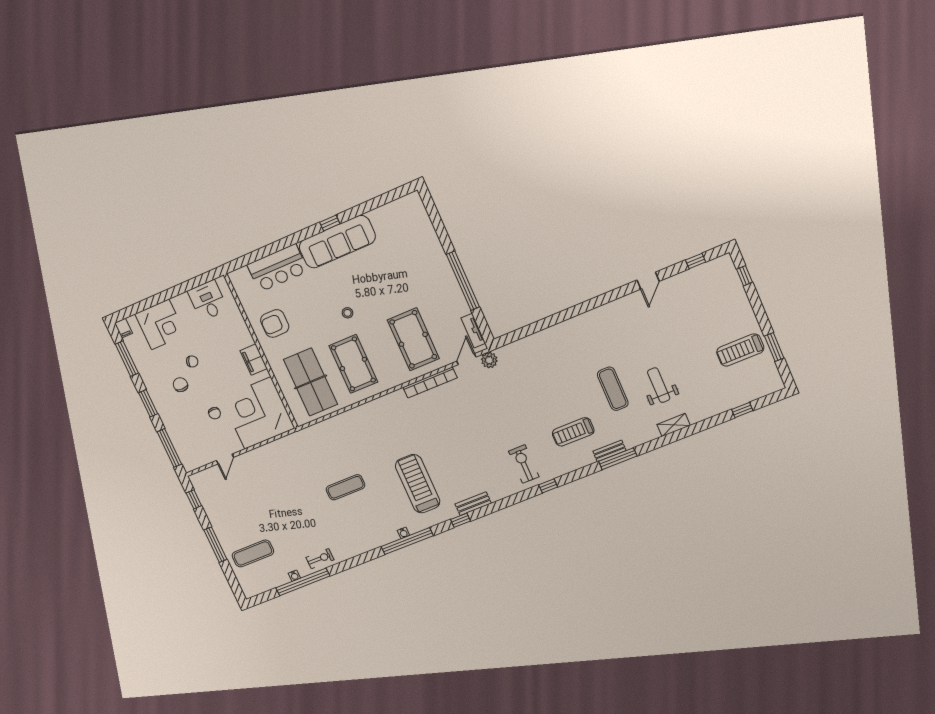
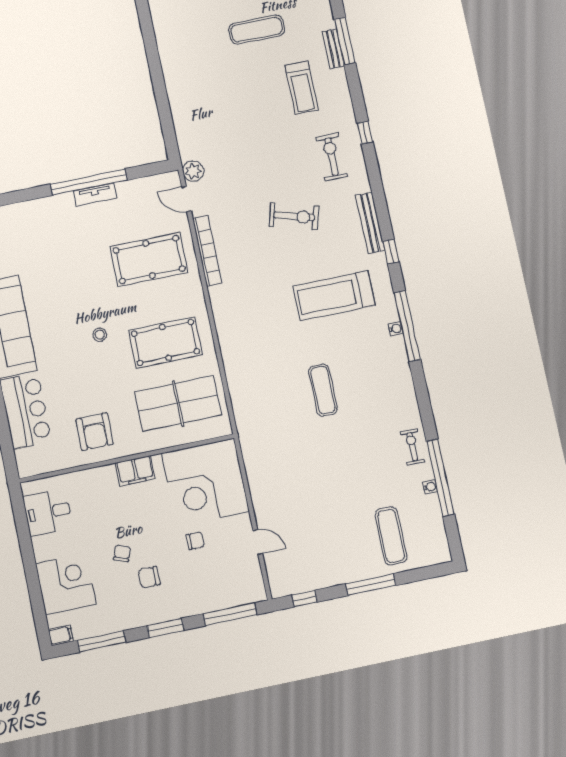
tv unit: (473, 331) -> (95, 195), moved
exercise bike: (471, 444) -> (294, 216), added
exercise bike: (524, 464) -> (332, 157), turned 90
bench: (473, 504) -> (370, 223), width x1.36

